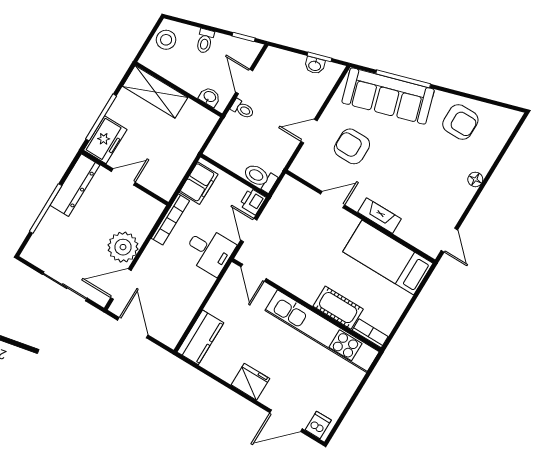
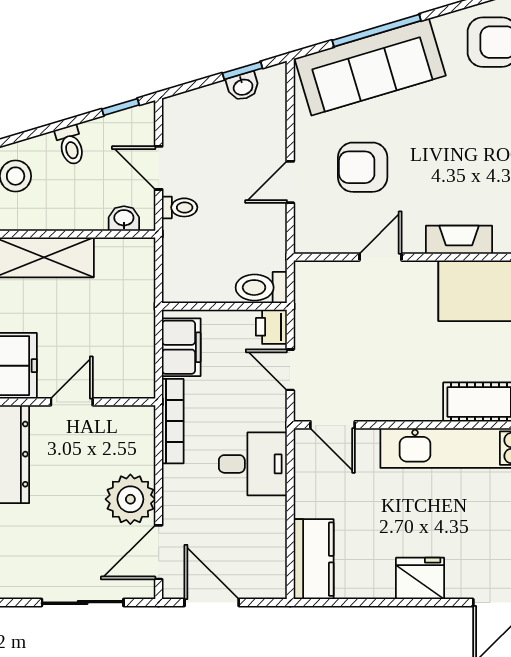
desk: (209, 251) -> (253, 464), moved

